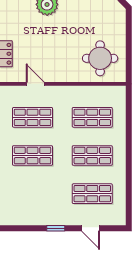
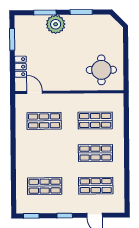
door: (35, 84) -> (35, 92), moved
shop shelf: (33, 156) -> (45, 186), moved
window: (17, 228) -> (31, 216), added

